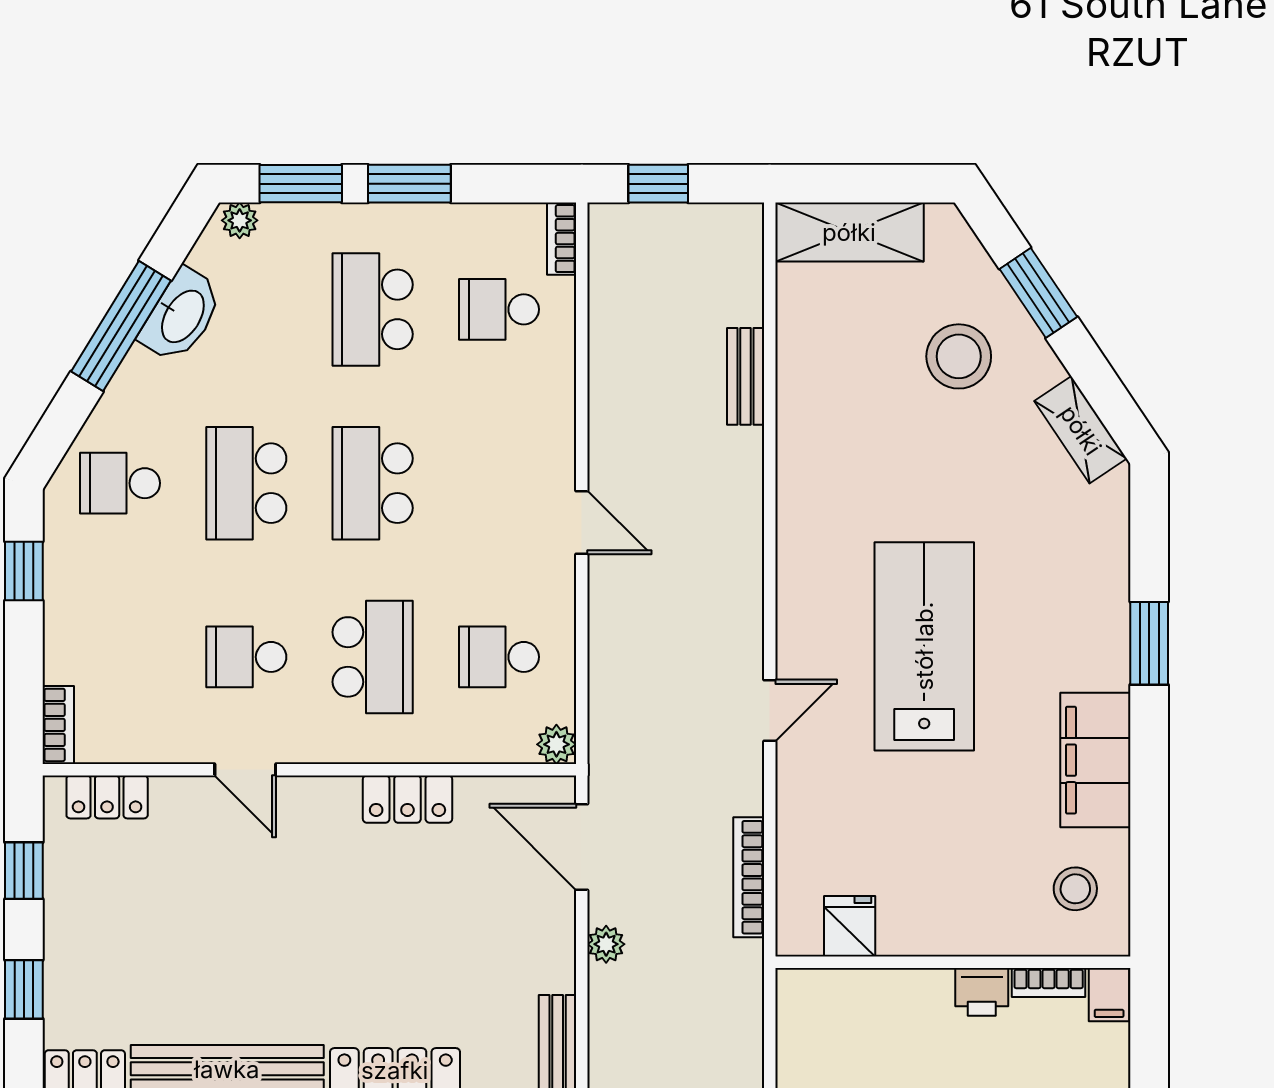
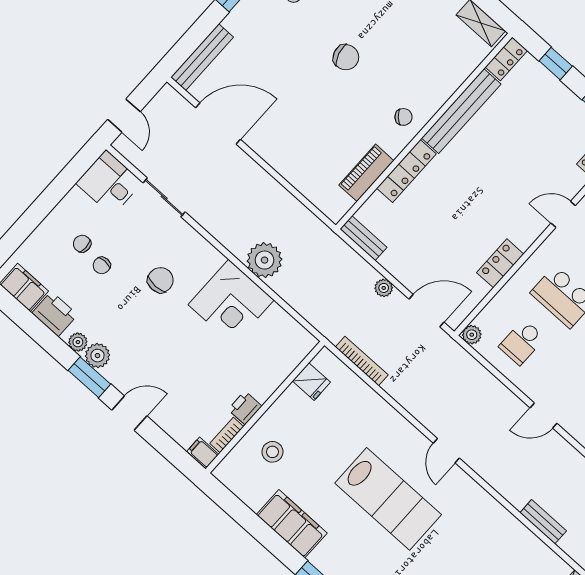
school desk: (499, 657) -> (522, 342), turned 180
door: (770, 711) -> (446, 451), moved
stool: (1075, 889) -> (272, 452), moved

